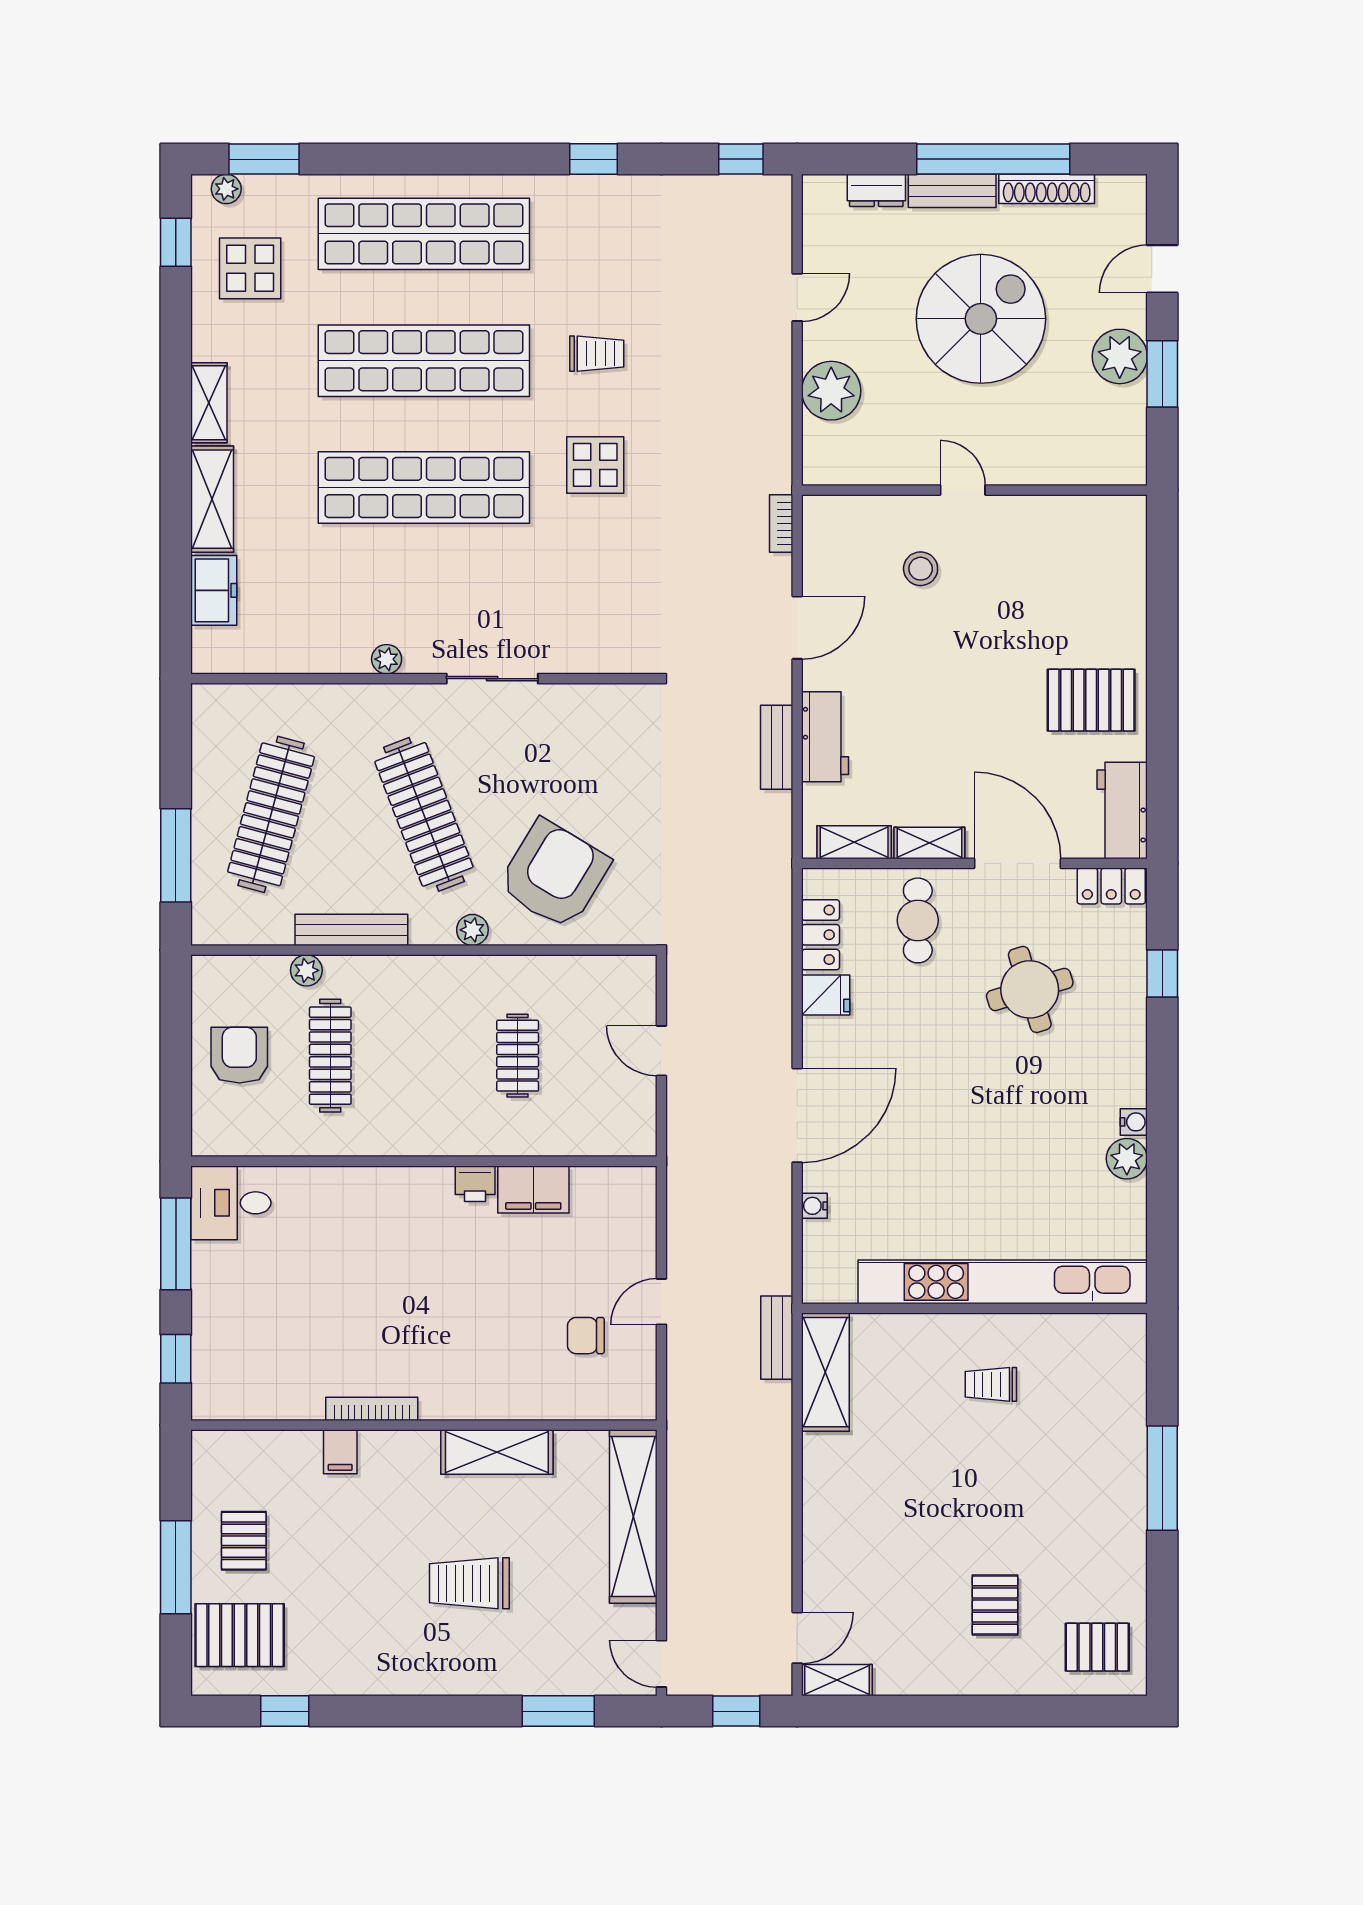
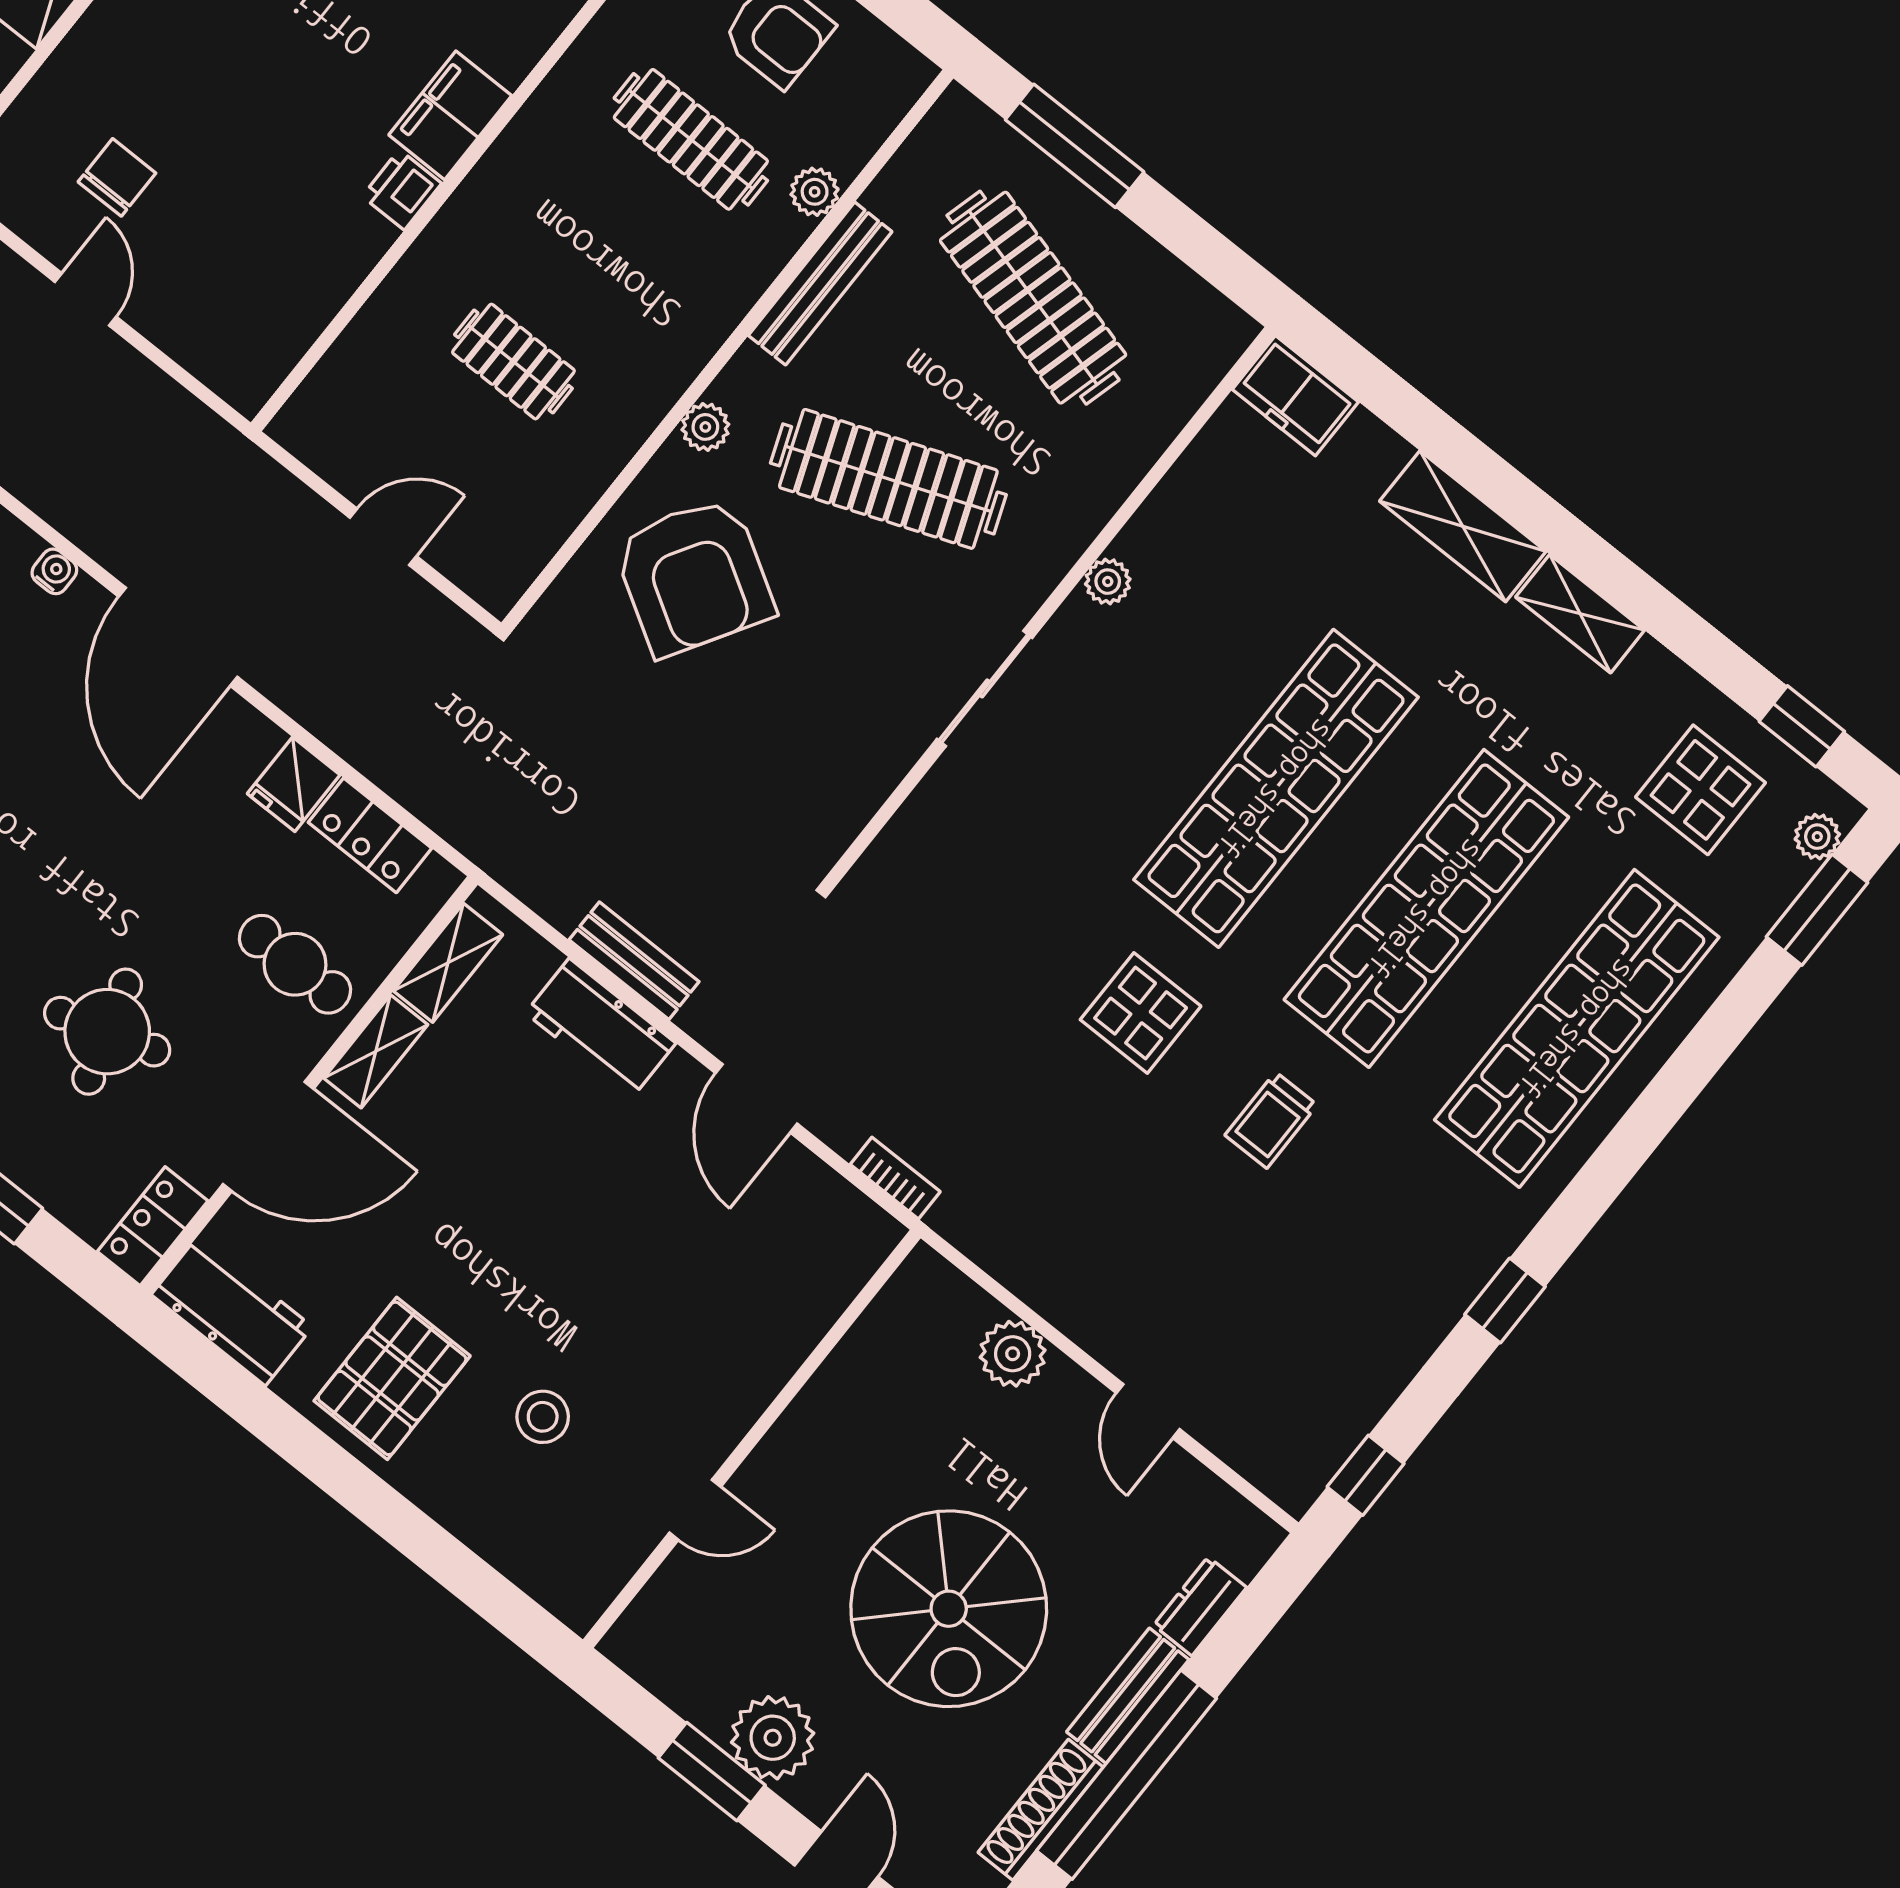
plant: (831, 391) -> (1013, 1354), width x0.73, depth x0.73
door: (963, 490) -> (695, 1510), moved
stool: (921, 569) -> (543, 1417), moved
freezer: (214, 590) -> (1295, 396), moved
filing cabinet: (533, 1189) -> (450, 115), moved

